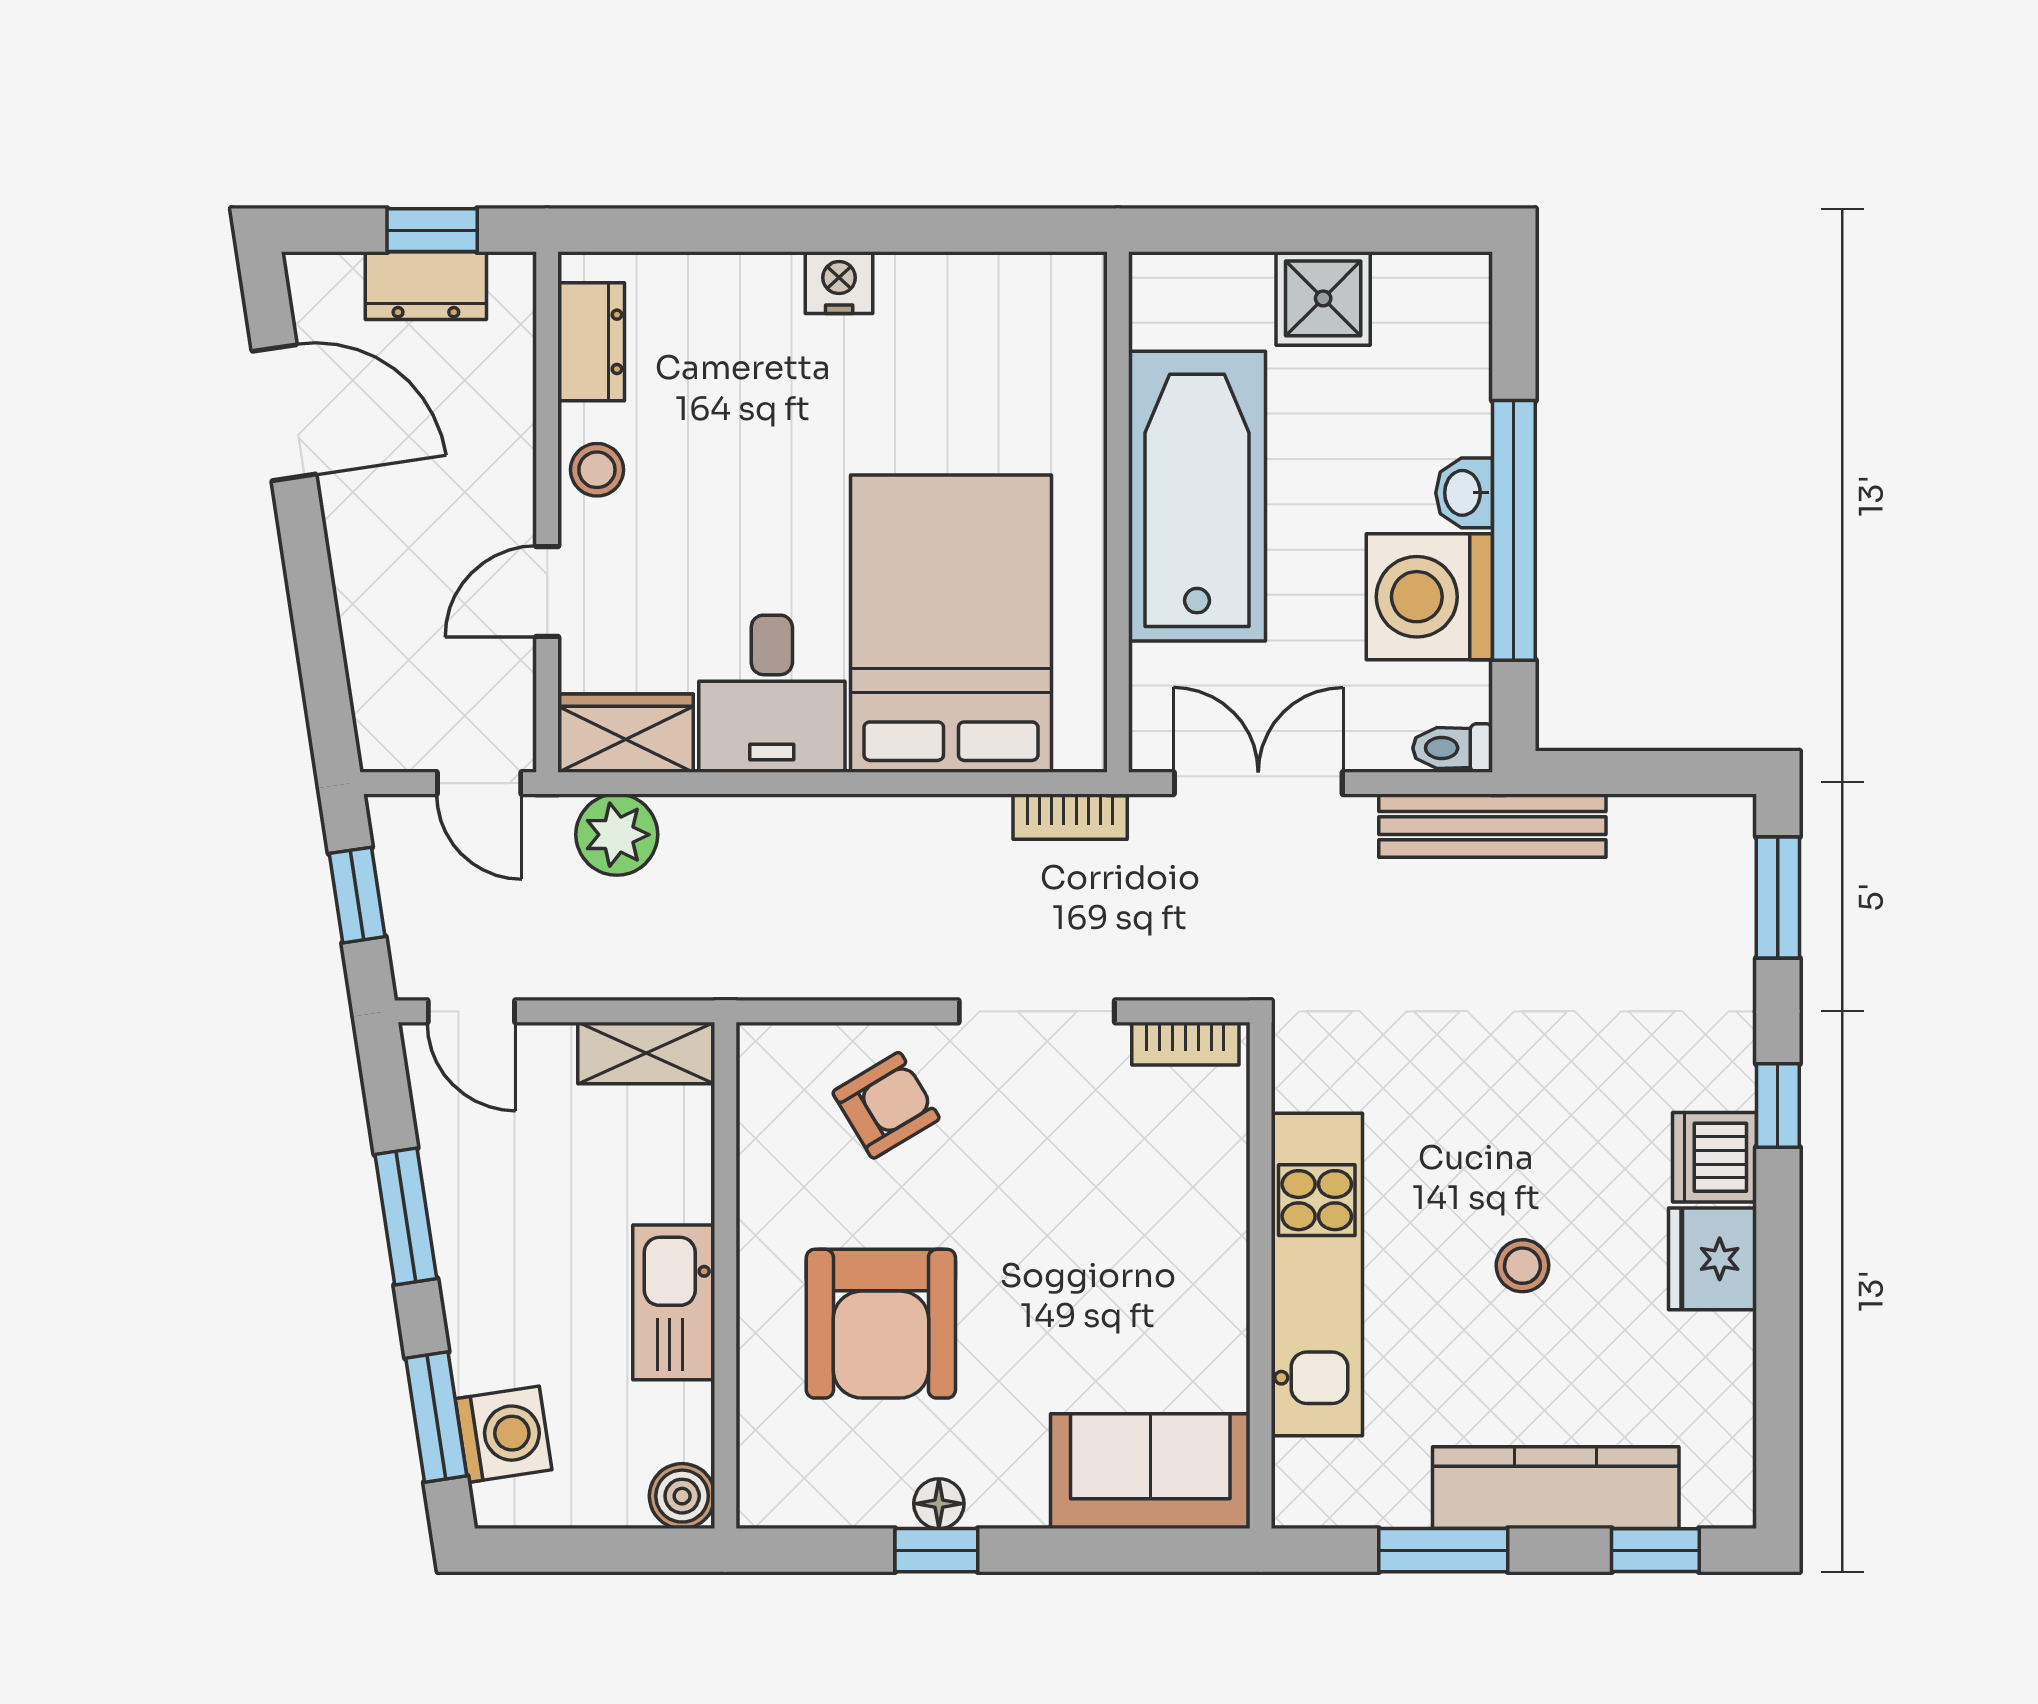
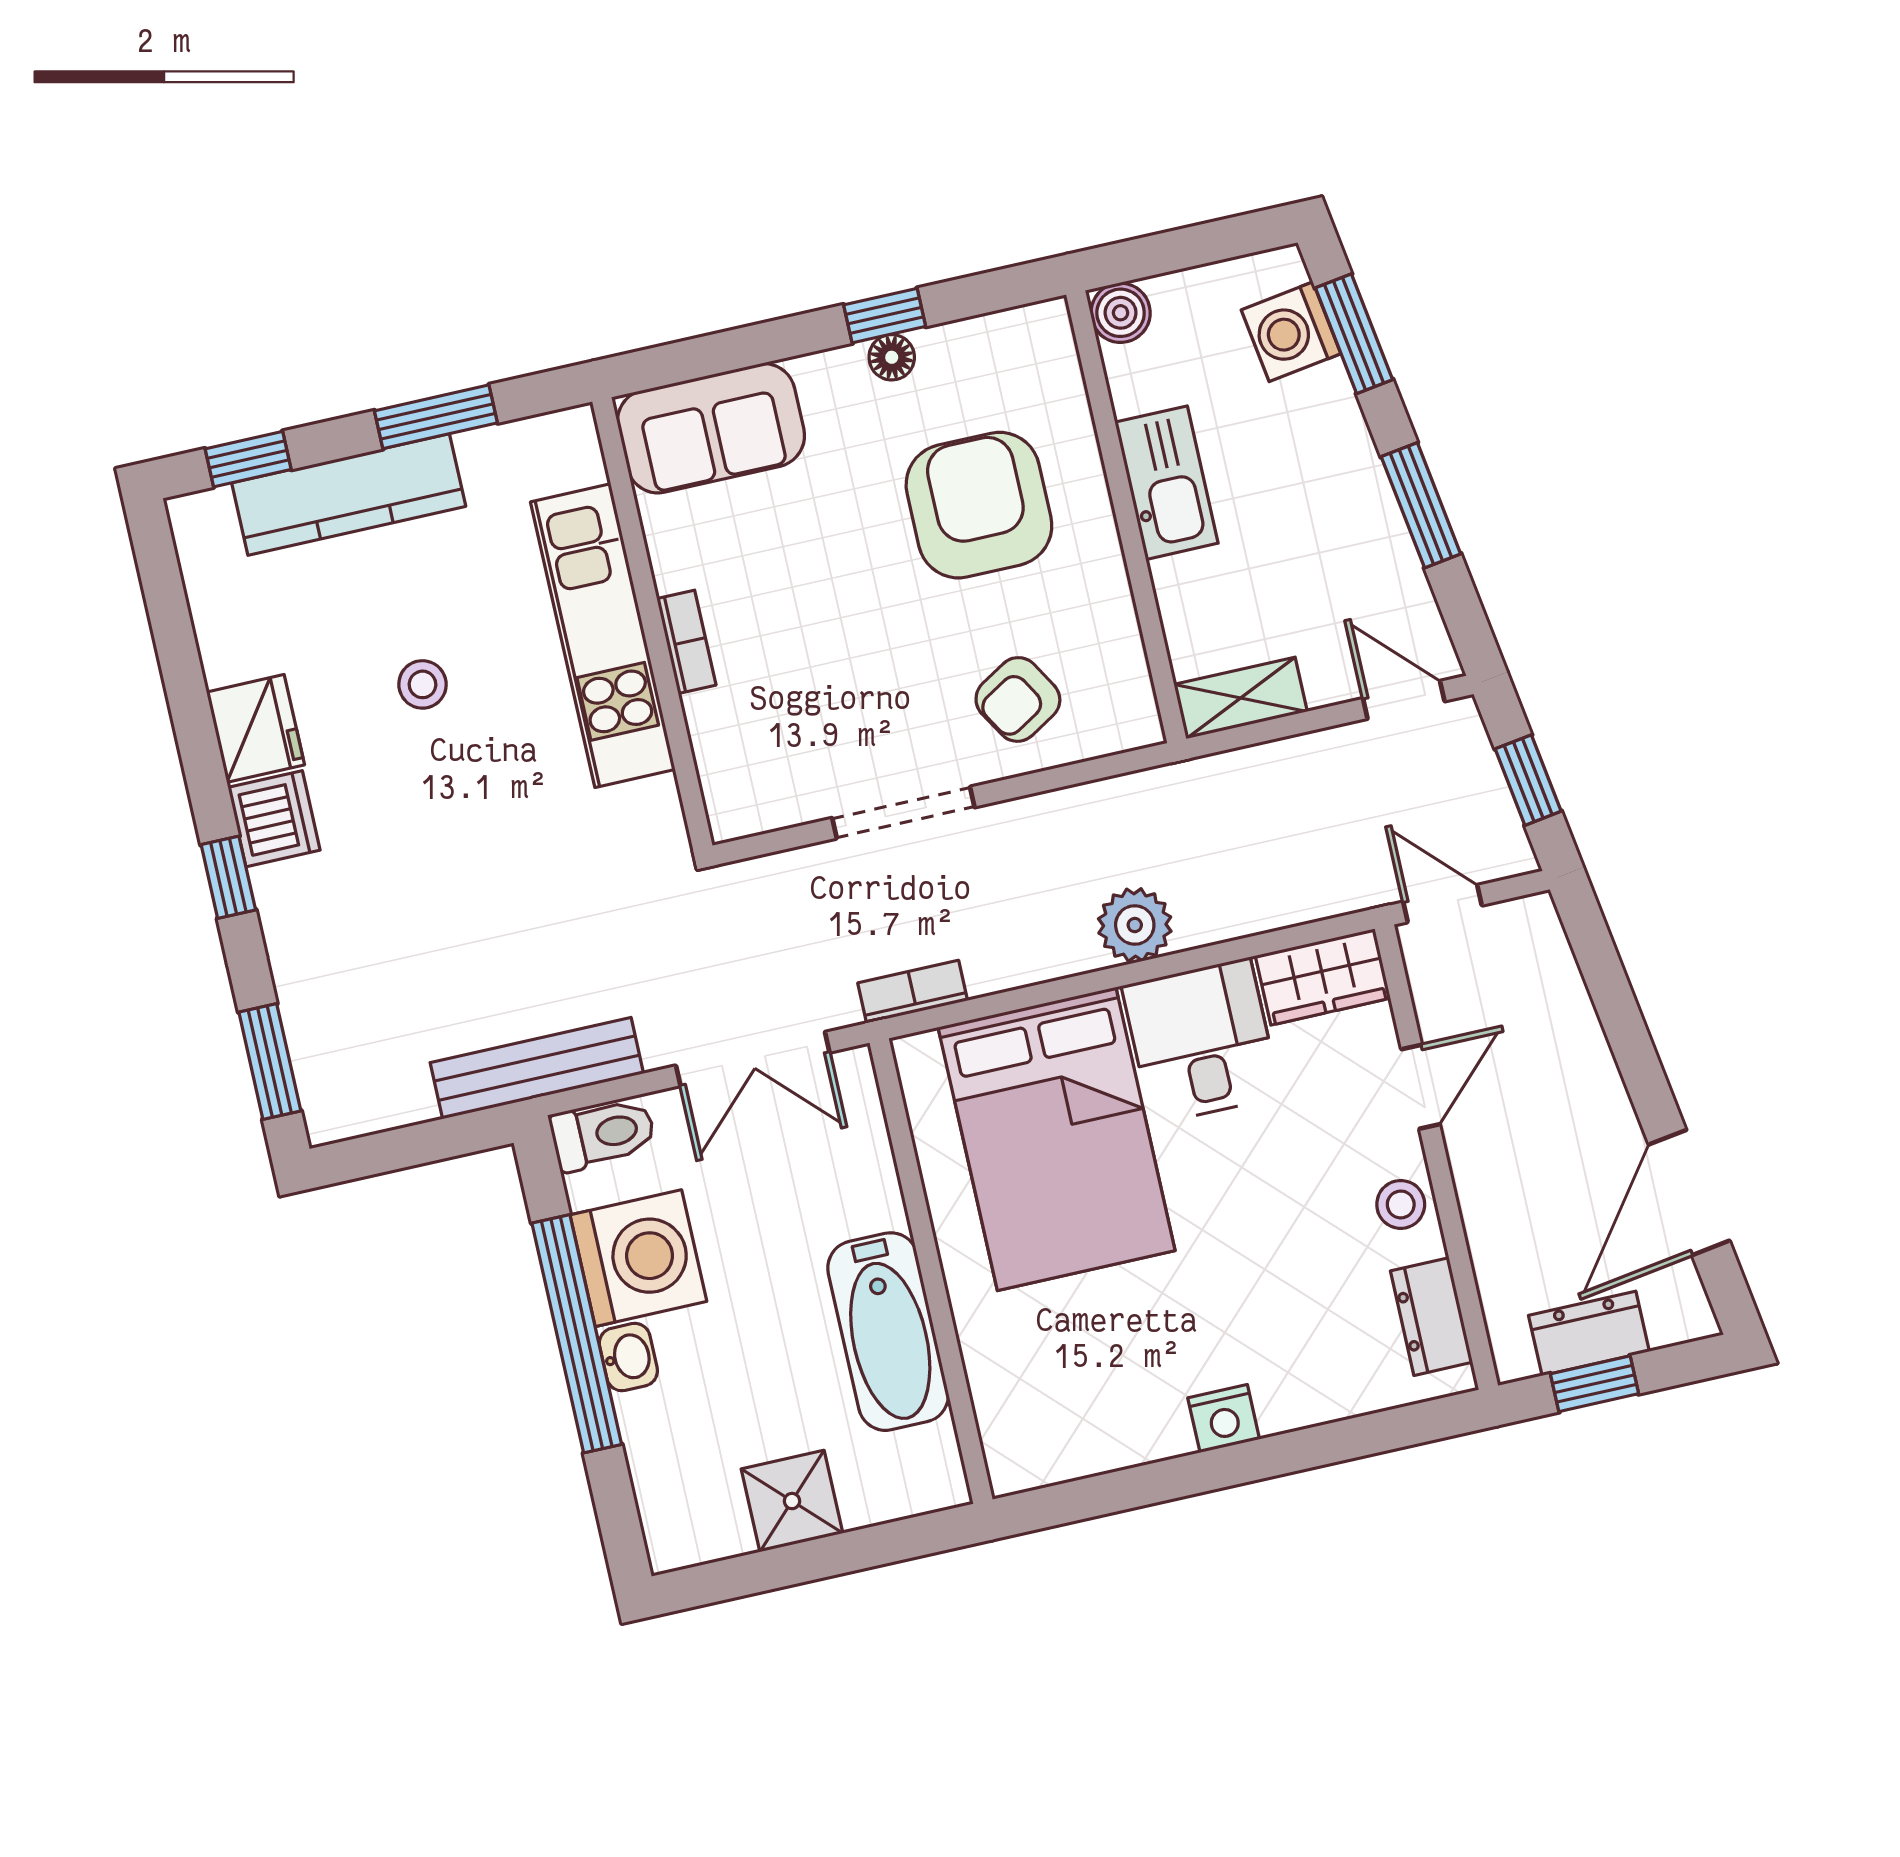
door: (284, 413) -> (1689, 1193), hinge flipped
bathtub: (1197, 496) -> (888, 1332), width x0.73, depth x0.73
toilet: (1453, 748) -> (603, 1134), width x1.37, depth x1.39
plant: (617, 835) -> (1135, 925), moved
bookcase: (1185, 1044) -> (686, 642), moved, turned 90

